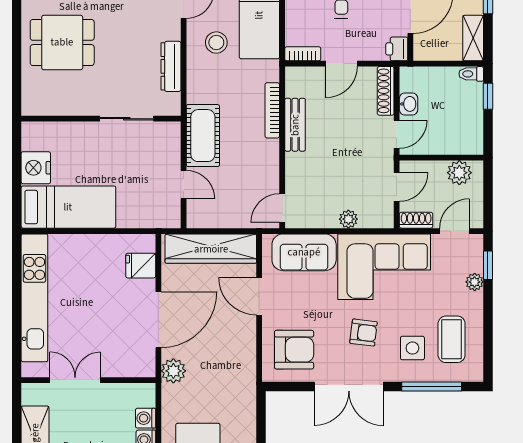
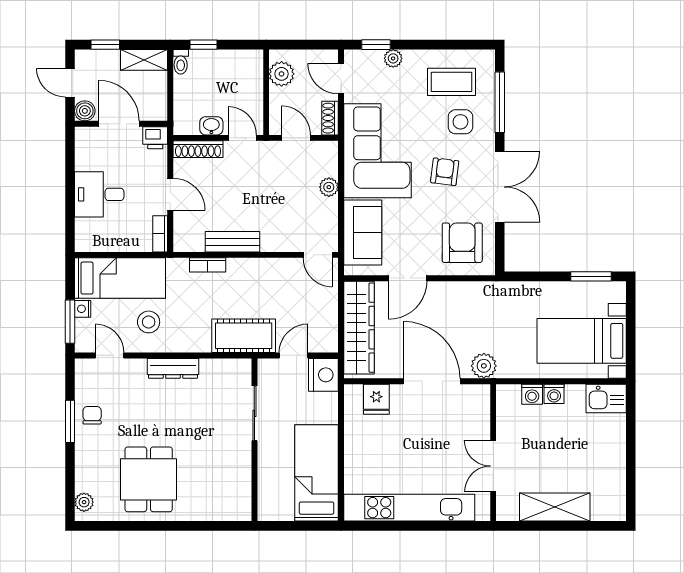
bookcase: (272, 110) -> (208, 265), width x0.64
wall: (101, 119) -> (254, 440), moved
sliding door: (127, 119) -> (254, 413), moved
nightstand: (36, 168) -> (323, 375), moved, turned -90

